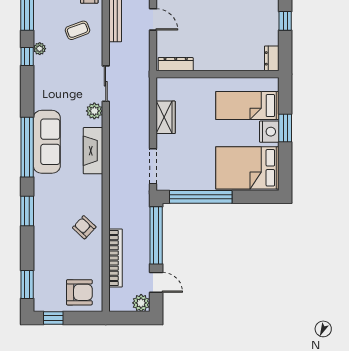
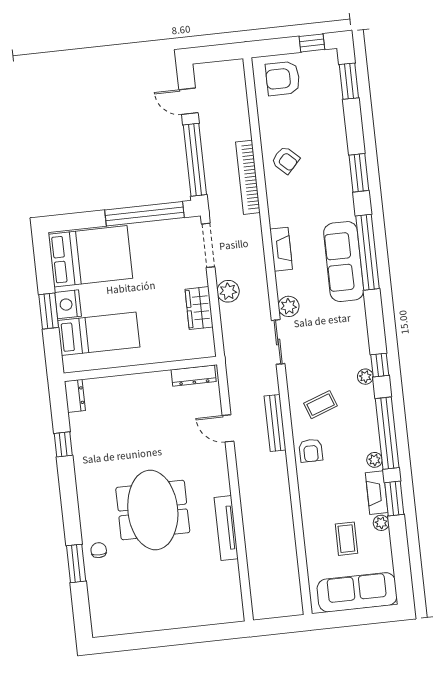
fireplace: (93, 151) -> (281, 249), width x0.73, depth x0.76
bookcase: (116, 258) -> (248, 177), moved
plant: (141, 303) -> (228, 291), moved

